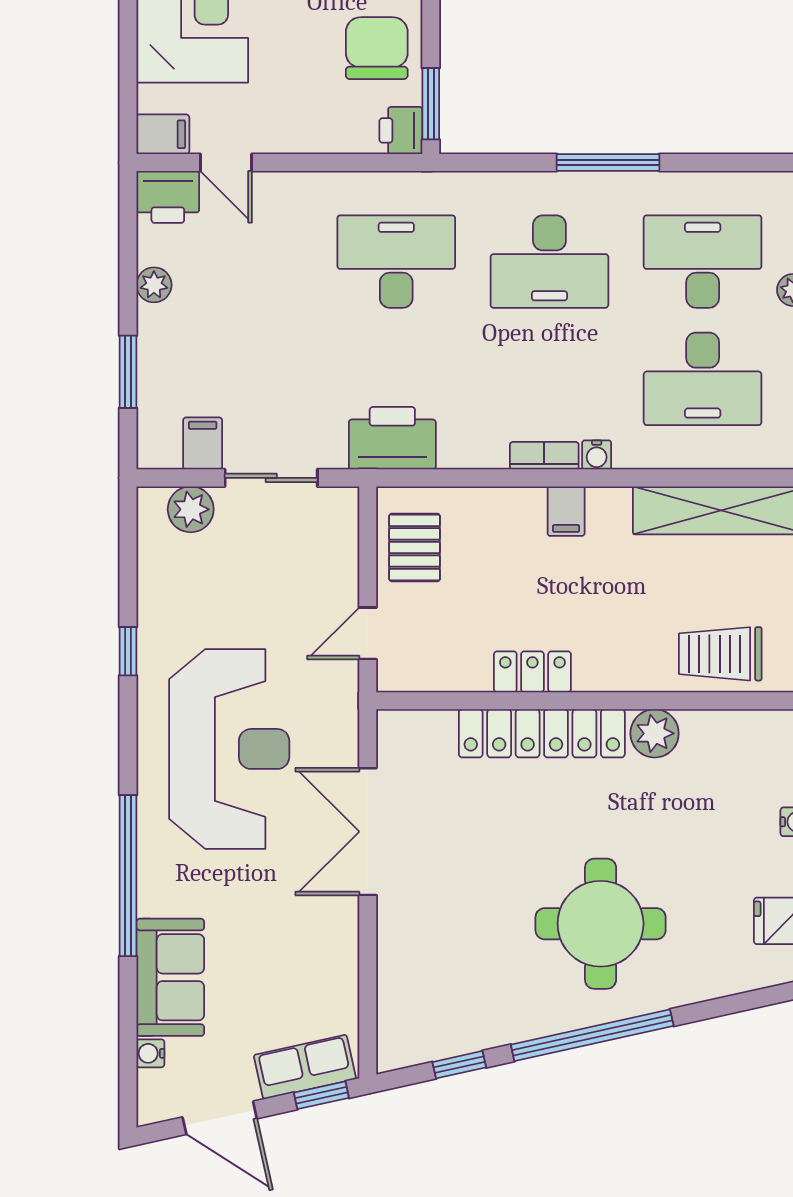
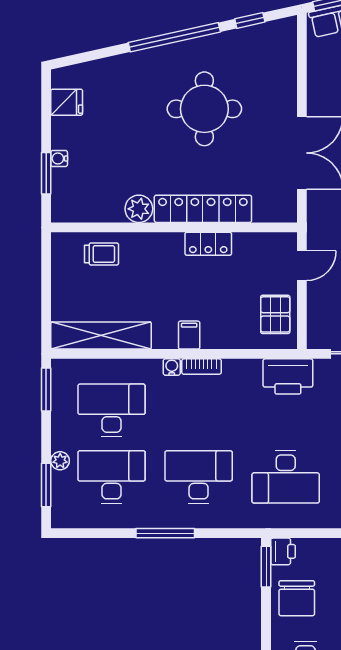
desk: (703, 262) -> (112, 477), turned 180
trolley: (720, 654) -> (101, 254), width x0.73, depth x0.72
round table: (601, 924) -> (204, 109), moved

